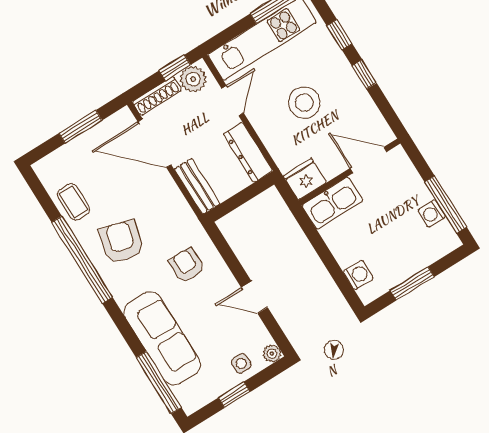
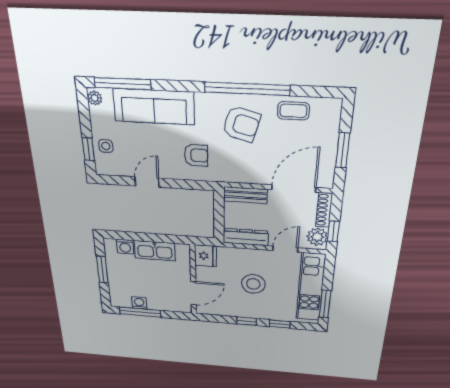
door: (233, 101) -> (285, 249), swing flipped
kitchen sink: (332, 203) -> (155, 251), moved, turned -90
plant: (272, 354) -> (95, 98), moved
window: (234, 395) -> (88, 149), moved

